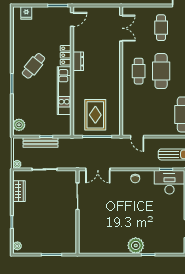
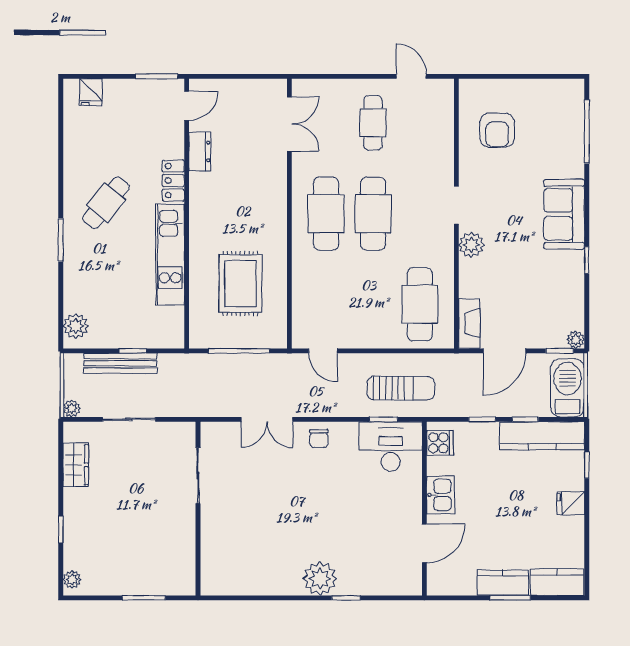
dresser: (78, 61) -> (200, 151), moved
cafe table: (139, 71) -> (326, 214), width x1.37, depth x1.35
rug: (95, 115) -> (240, 284), moved
double door: (98, 169) -> (267, 419), moved

